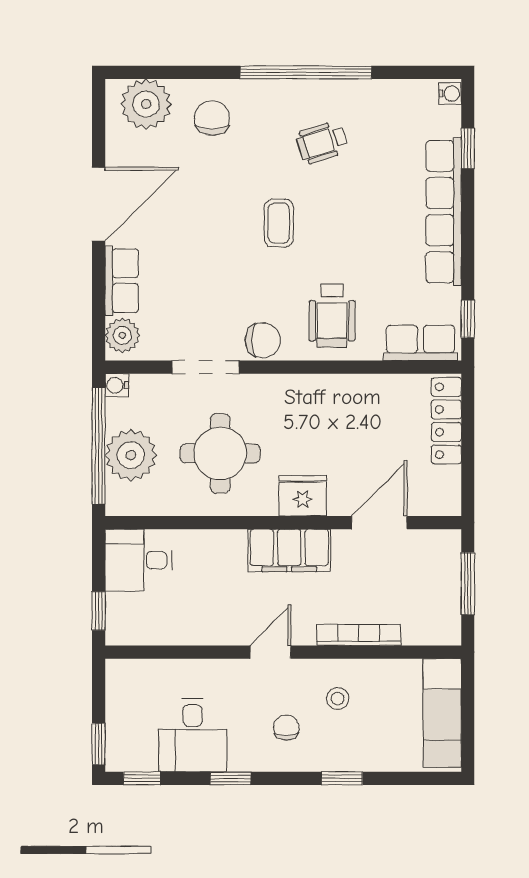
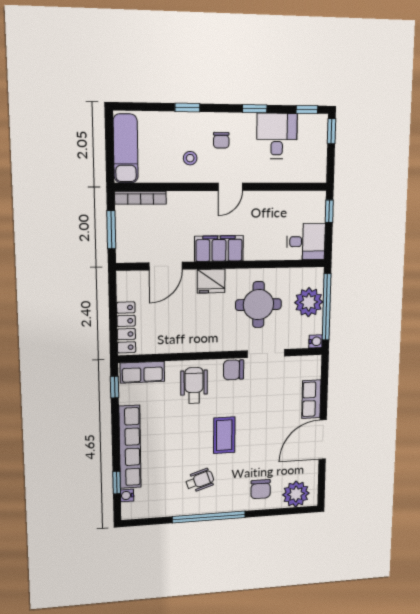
water cooler: (450, 94) -> (127, 495), moved
coffee table: (279, 223) -> (224, 435), width x1.36, depth x1.30
plant: (122, 335) -> (312, 369), removed
bookcase: (359, 635) -> (140, 198), moved

